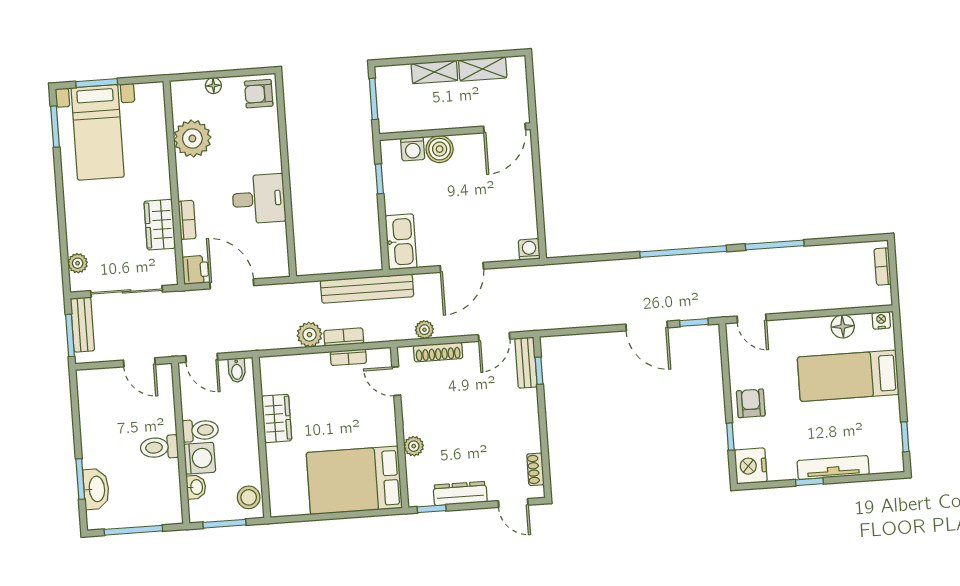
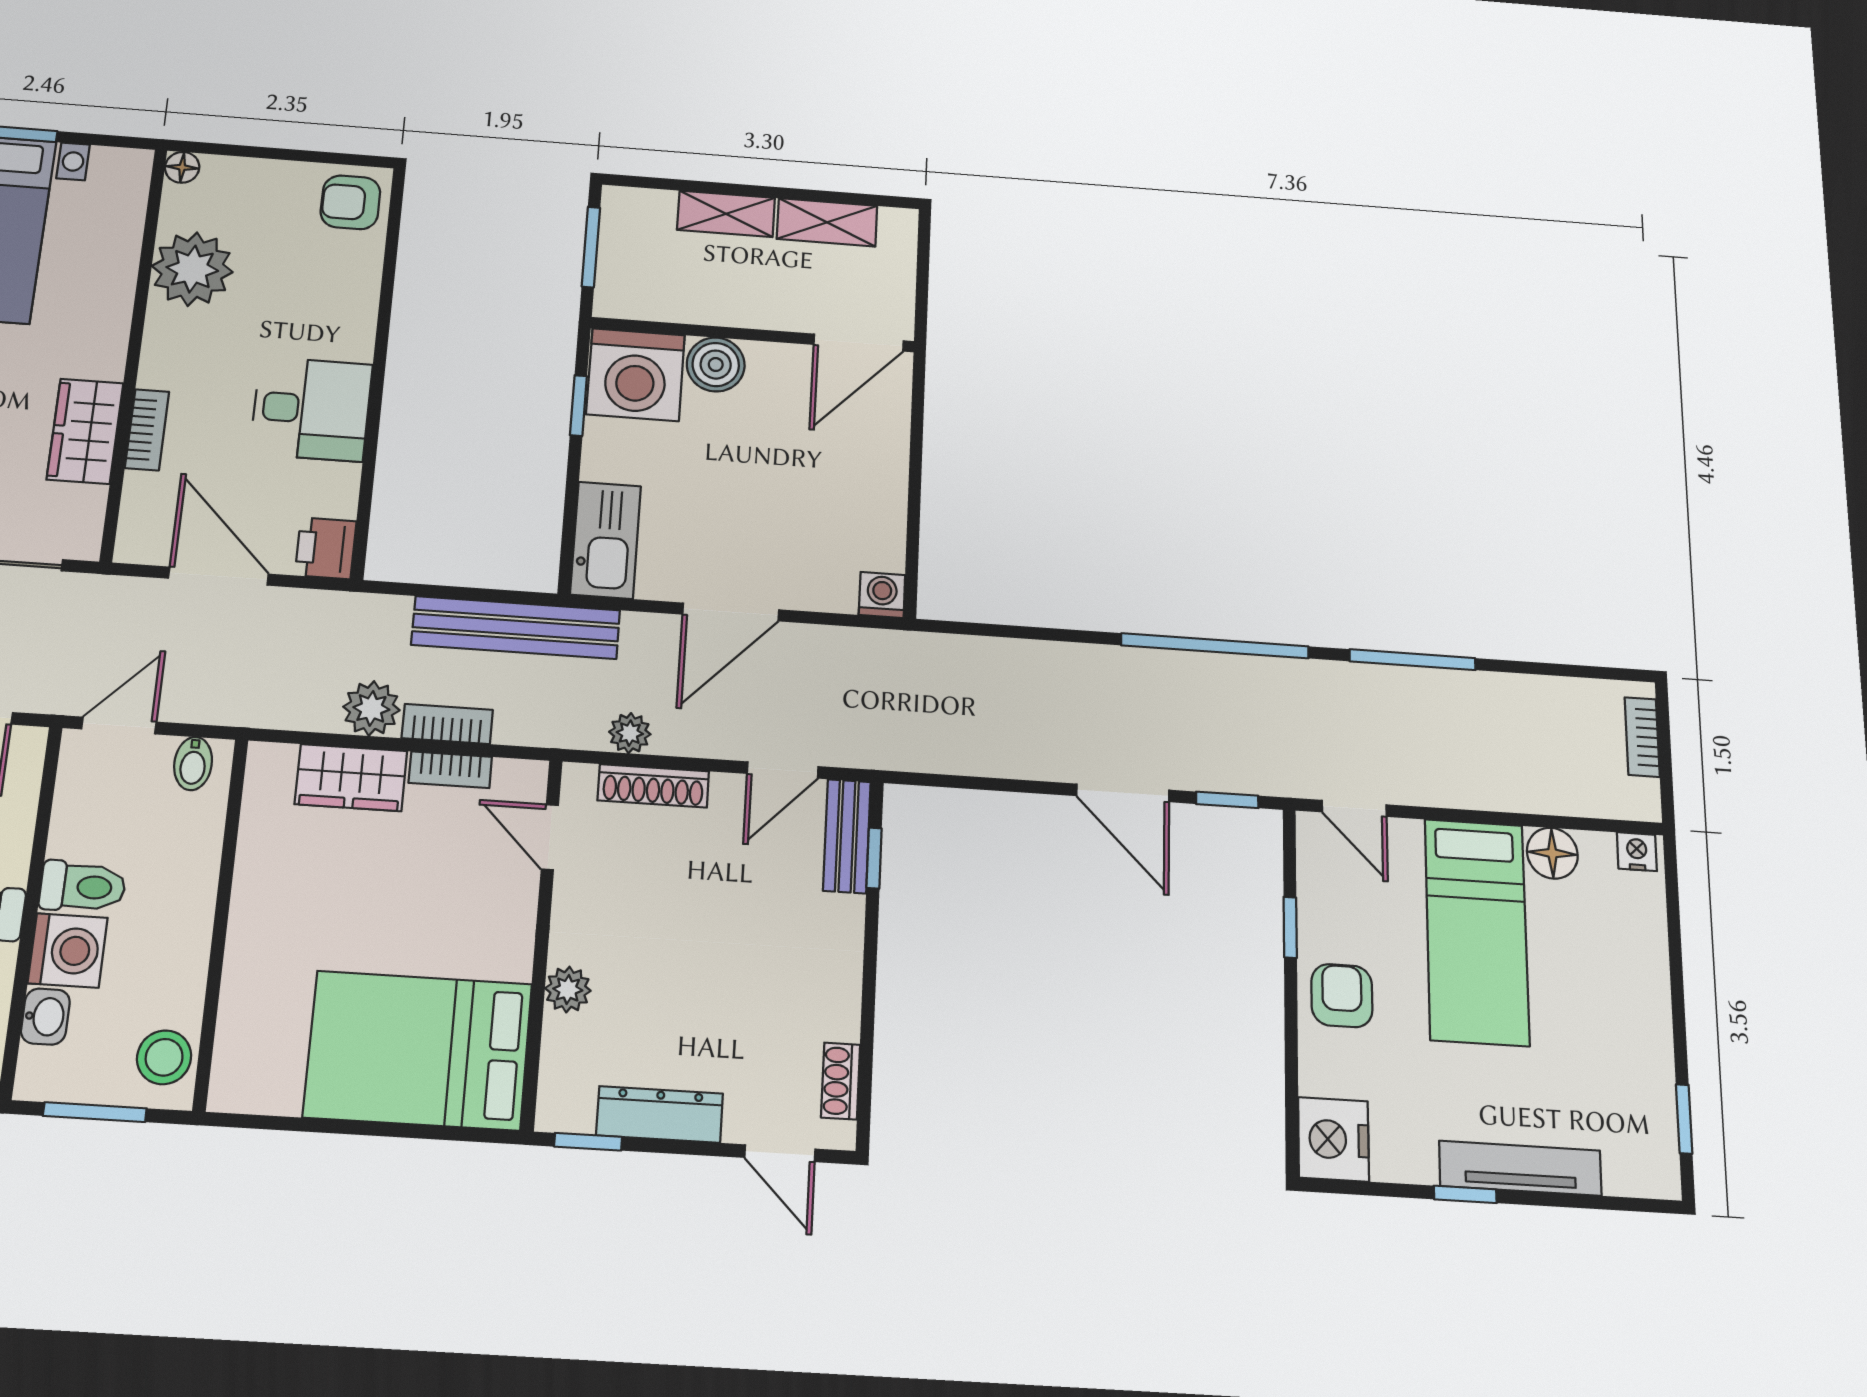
floor lamp: (213, 86) -> (182, 167), moved
washing machine: (413, 149) -> (636, 375), width x1.89, depth x1.89
printer: (196, 270) -> (326, 548), moved, turned 180
door: (202, 358) -> (119, 726), swing flipped
bed: (848, 376) -> (1477, 932), moved, turned -90
wardrobe: (277, 418) -> (351, 778), moved, turned 90
window: (730, 437) -> (1290, 927), moved

